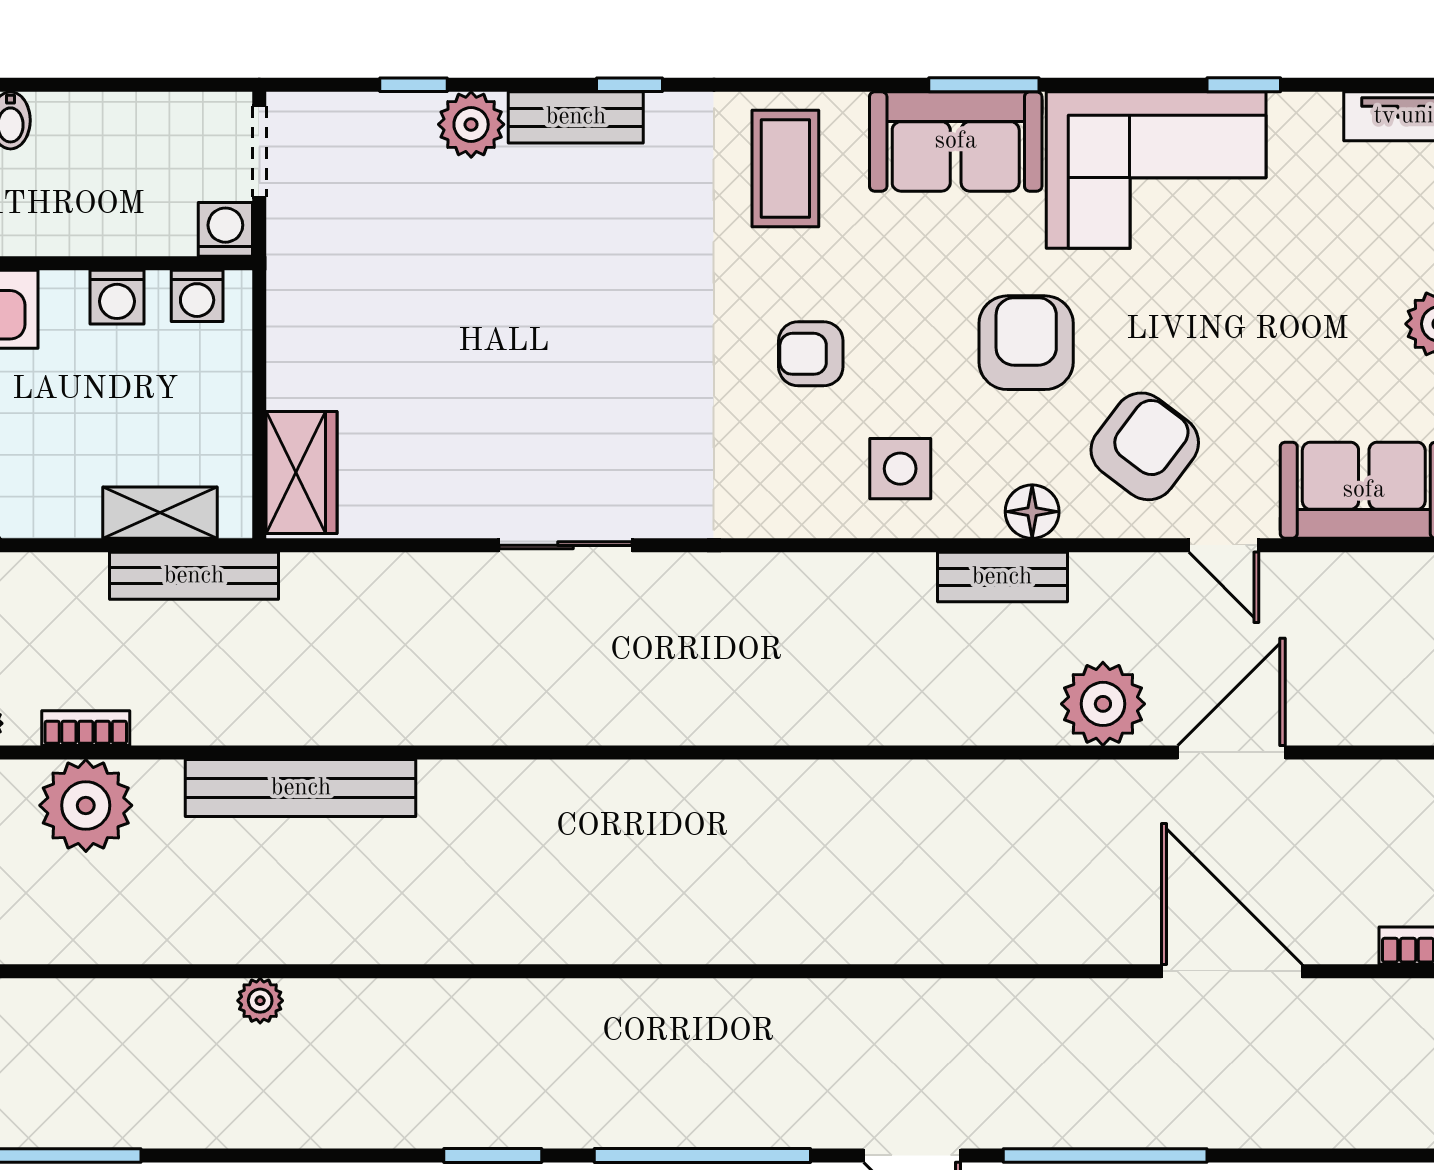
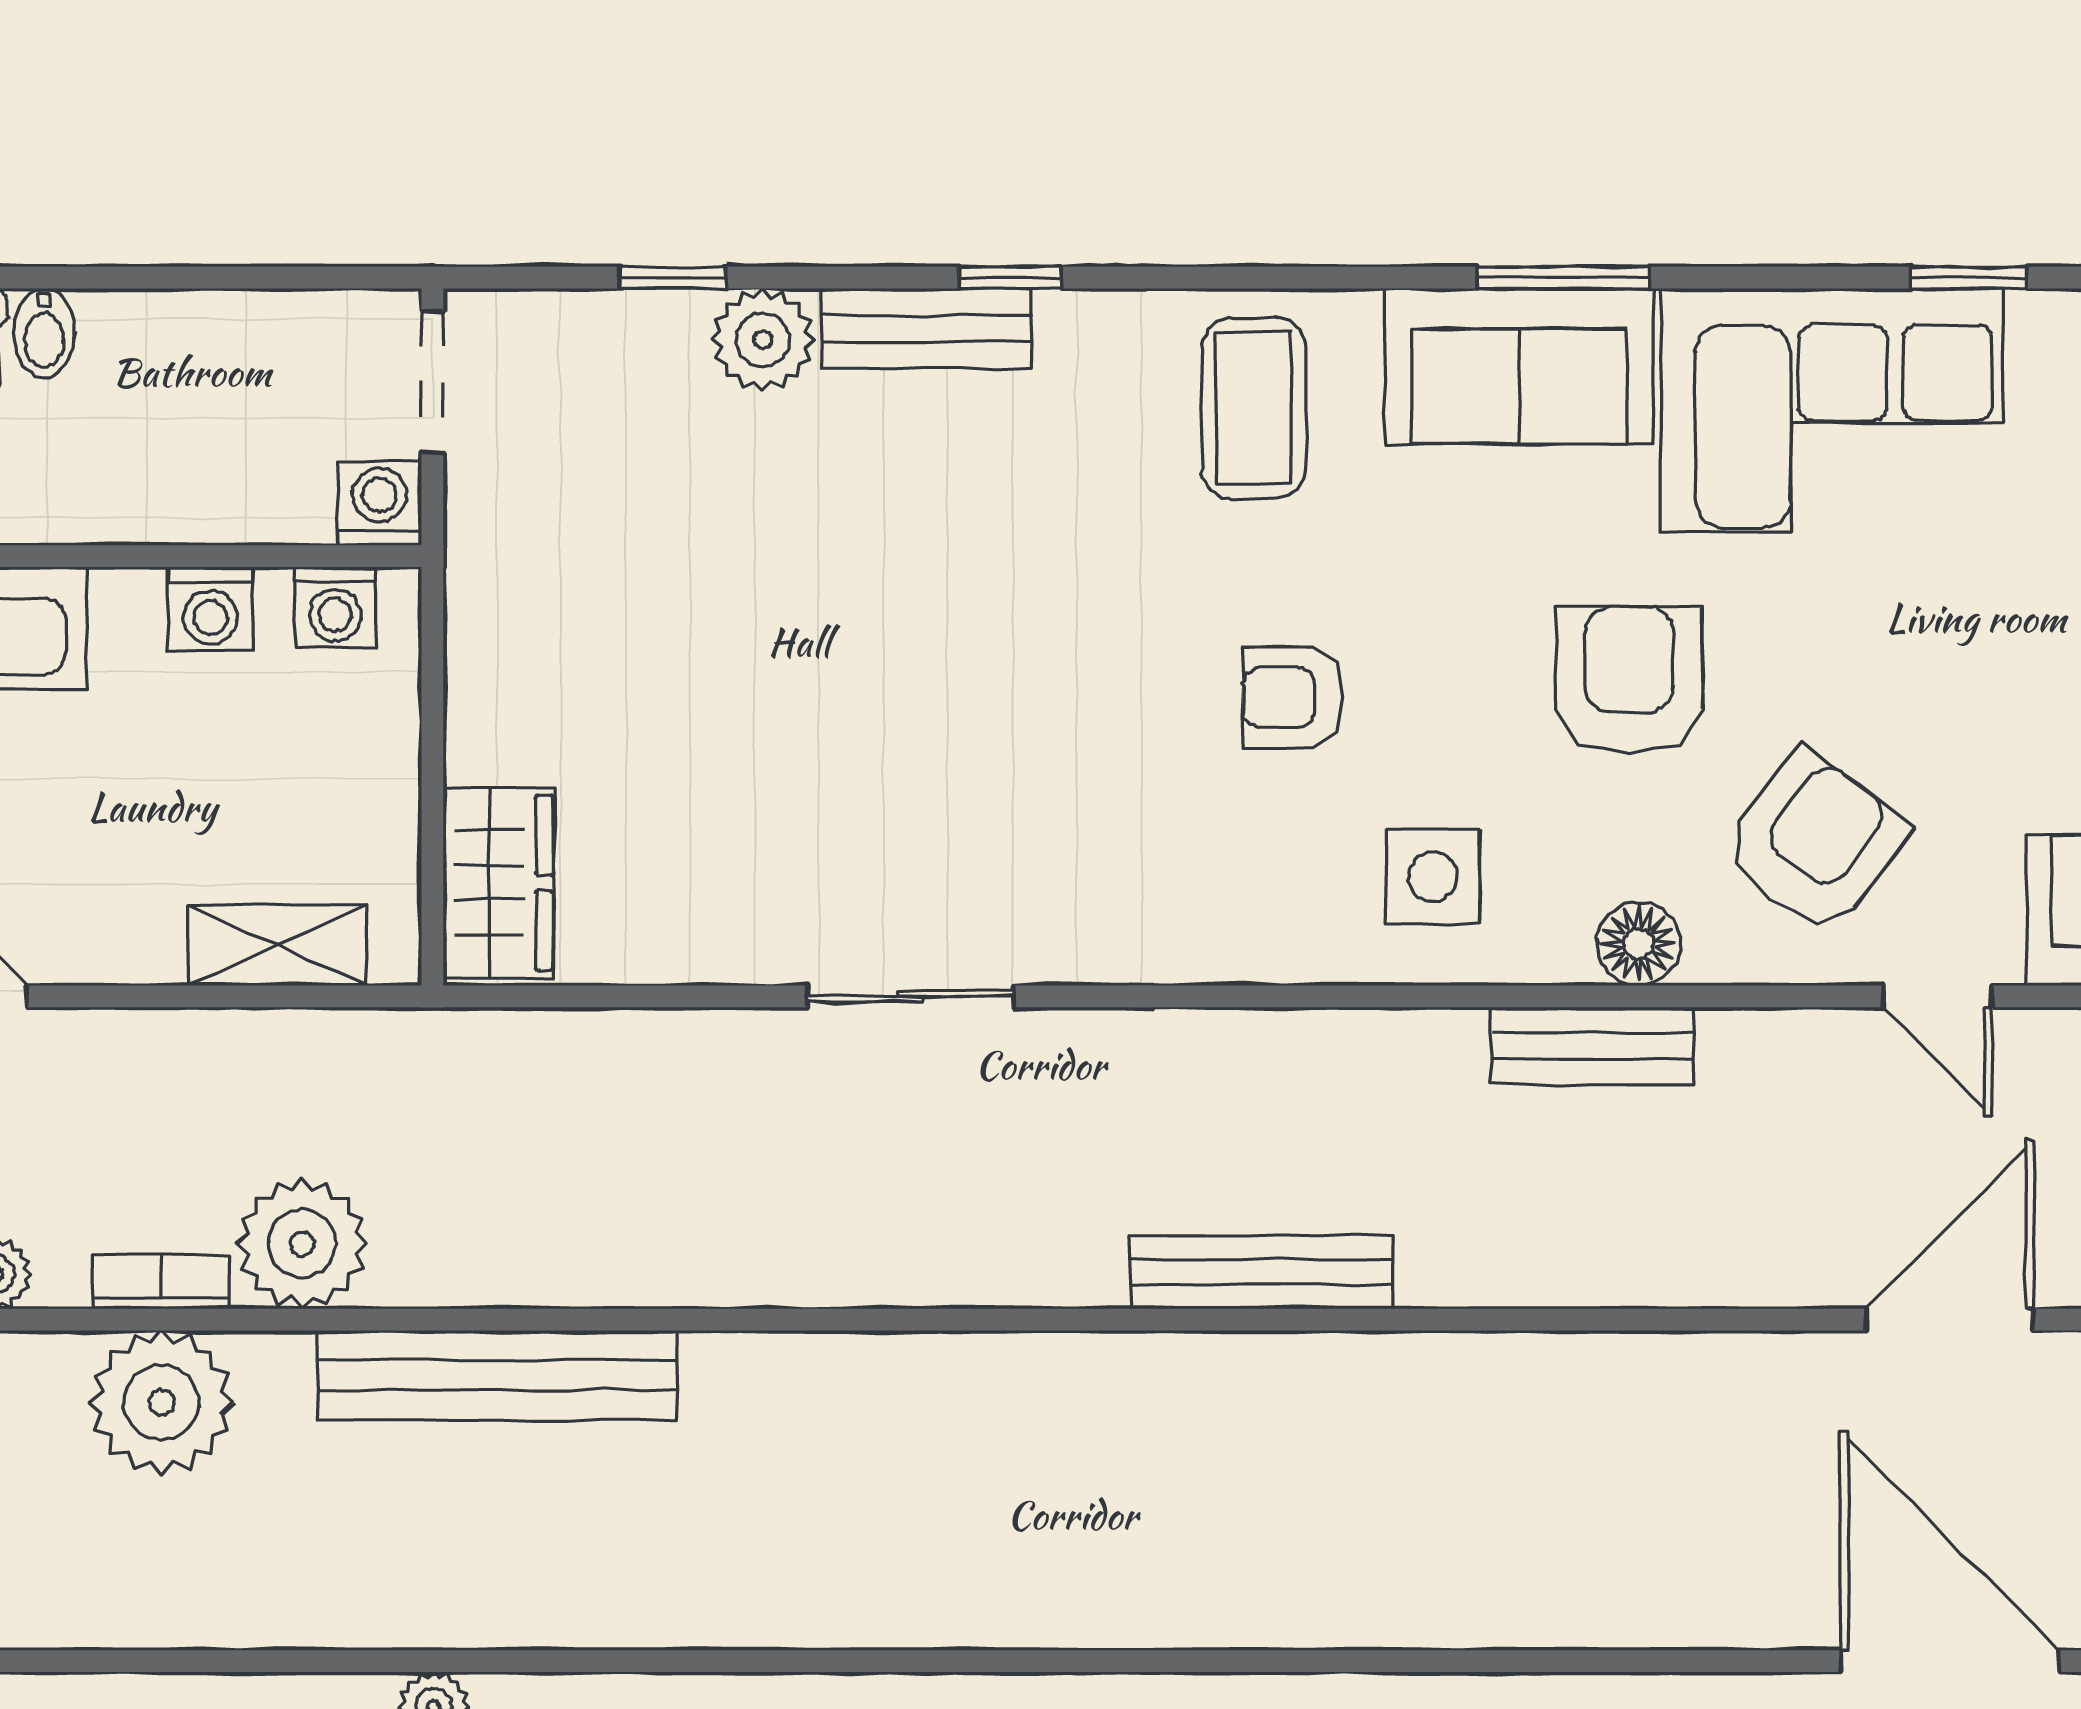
bench: (194, 576) -> (1262, 1272), moved
plant: (1103, 704) -> (302, 1244), moved

